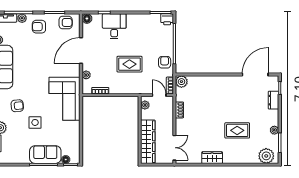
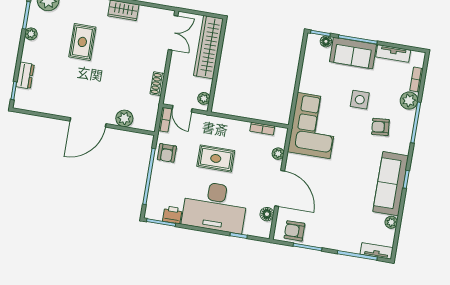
plant: (22, 18) -> (354, 247), removed
floor lamp: (87, 19) -> (267, 214), moved
printer: (167, 19) -> (172, 215), moved
desk: (114, 26) -> (215, 207), width x1.87, depth x1.30
armchair: (39, 27) -> (332, 231), removed
door: (81, 51) -> (280, 188), hinge flipped
door: (255, 74) -> (88, 122), moved
plant: (181, 82) -> (124, 118), moved
rug: (237, 130) -> (82, 42), turned 90
double door: (174, 148) -> (173, 33), swing flipped
tv unit: (17, 159) -> (393, 53), added

